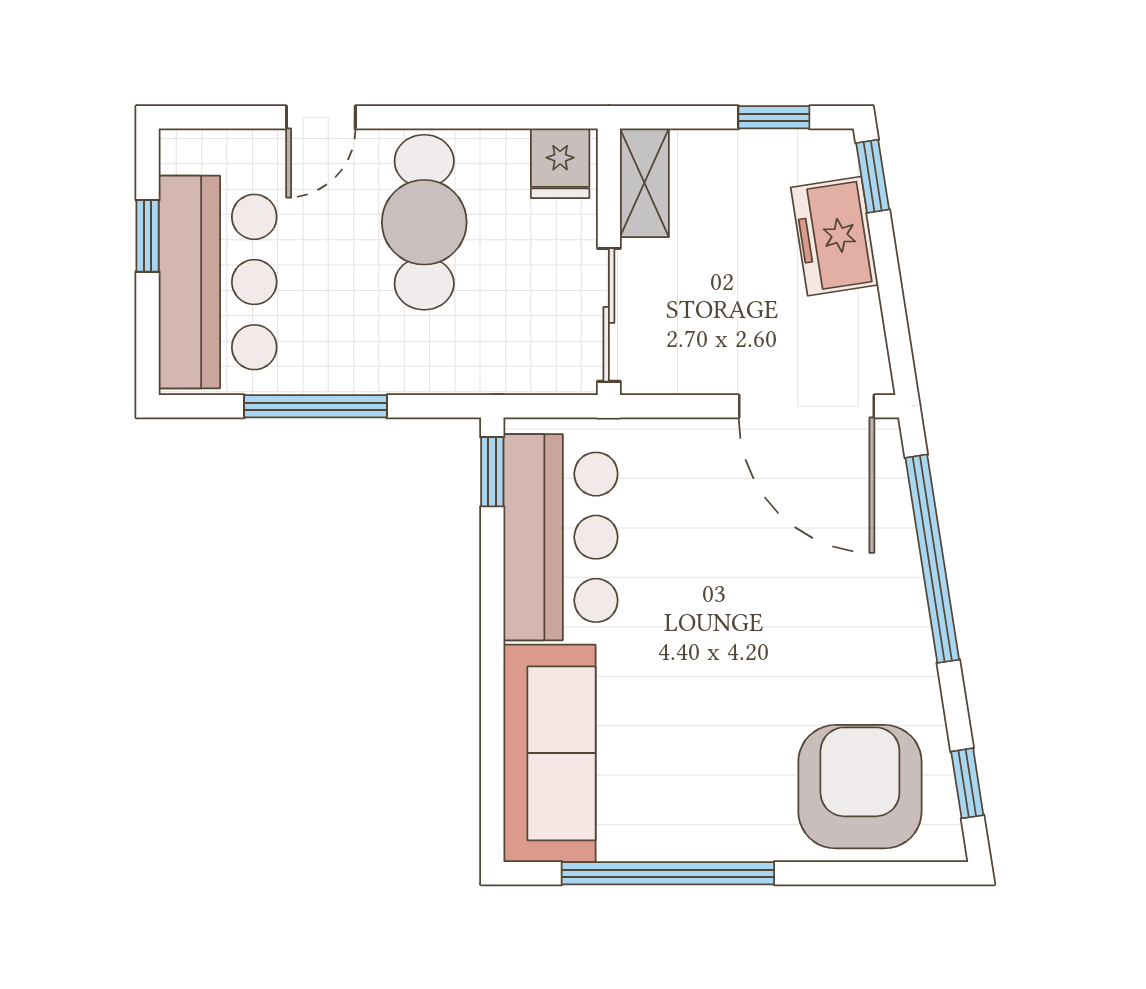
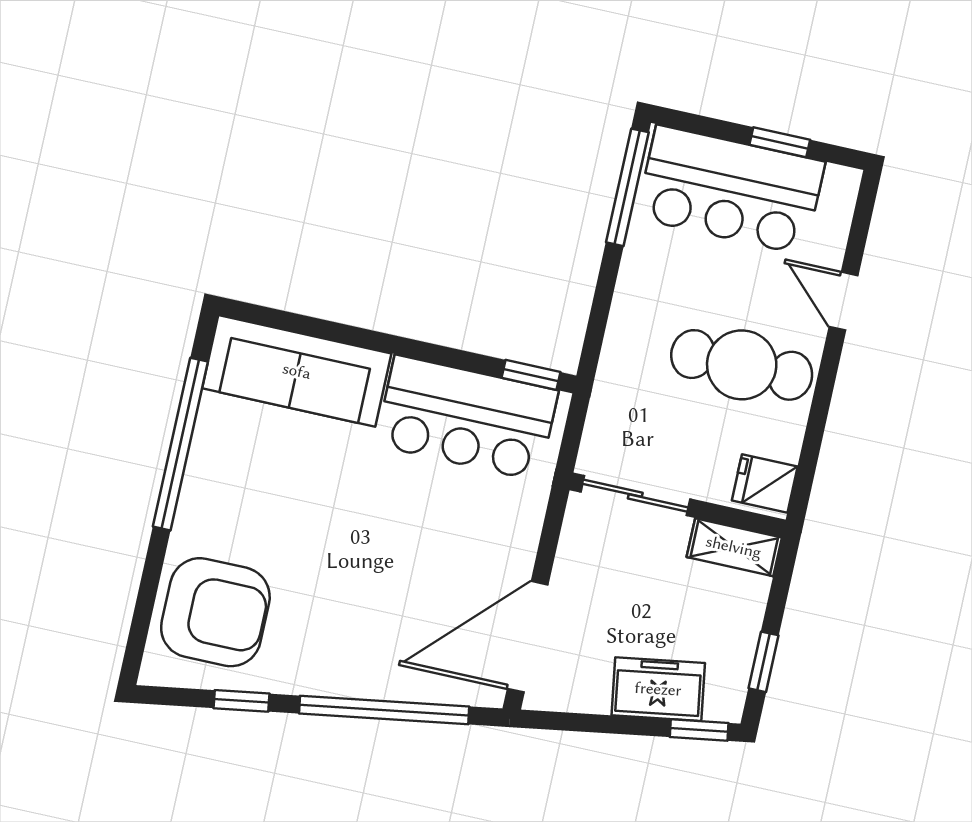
window: (315, 406) -> (627, 187), moved
window: (967, 783) -> (241, 701), moved

